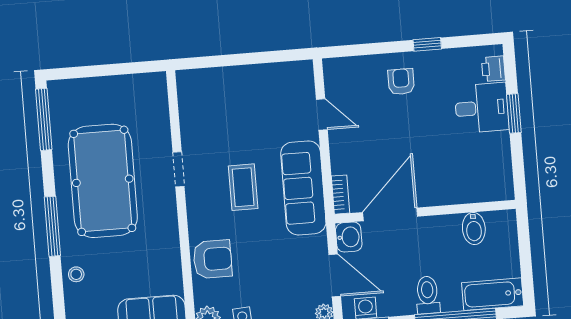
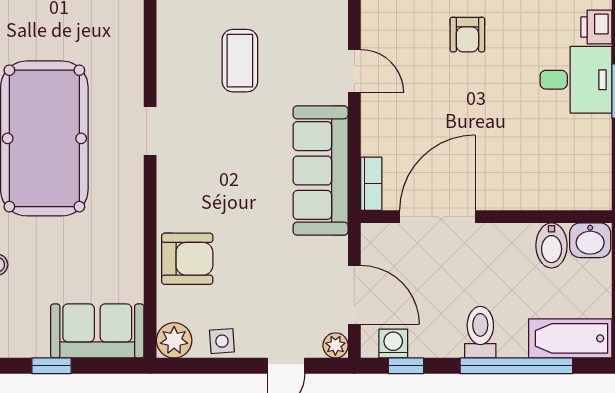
armchair: (401, 82) -> (467, 35), turned 180
coffee table: (243, 187) -> (240, 61), moved
washbasin: (349, 237) -> (590, 240), moved, turned 90

